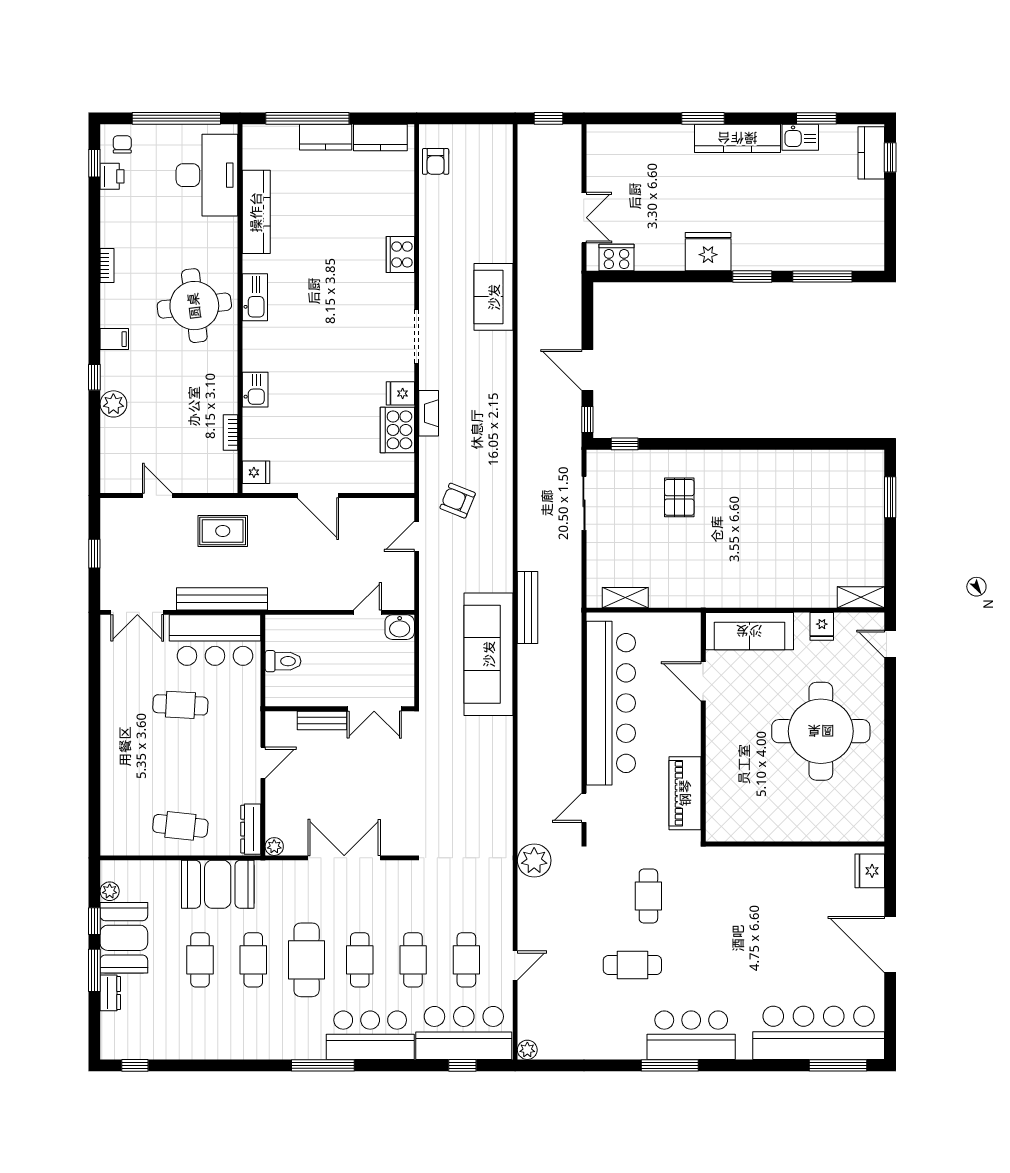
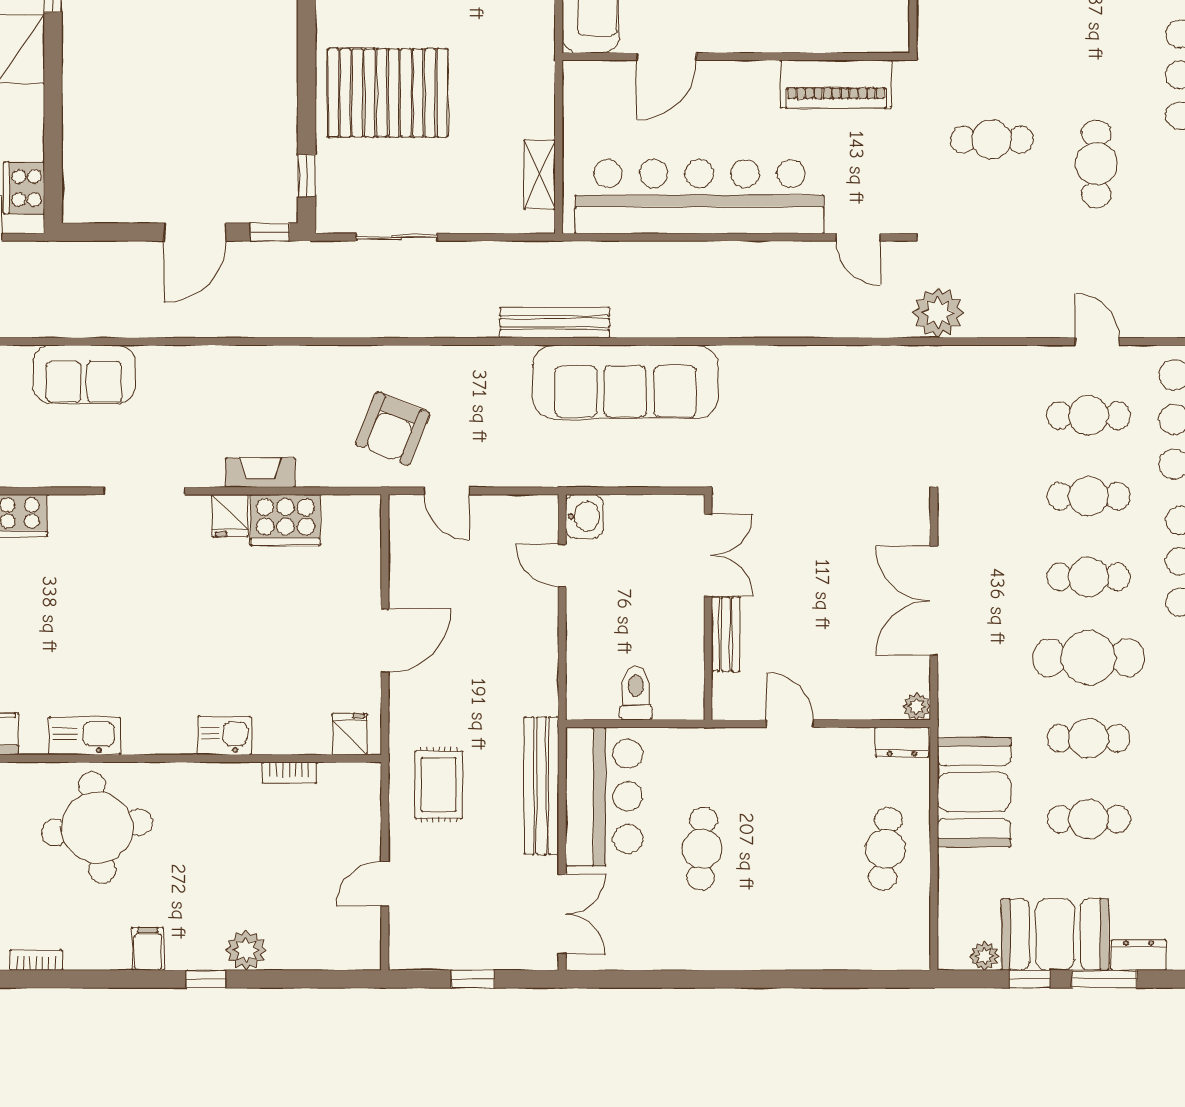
pallet: (679, 497) -> (388, 93), width x2.05, depth x2.00
armchair: (458, 501) -> (393, 429), width x1.38, depth x1.38
dresser: (251, 829) -> (902, 742), width x0.70

